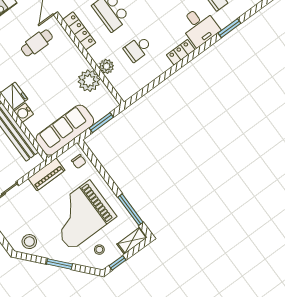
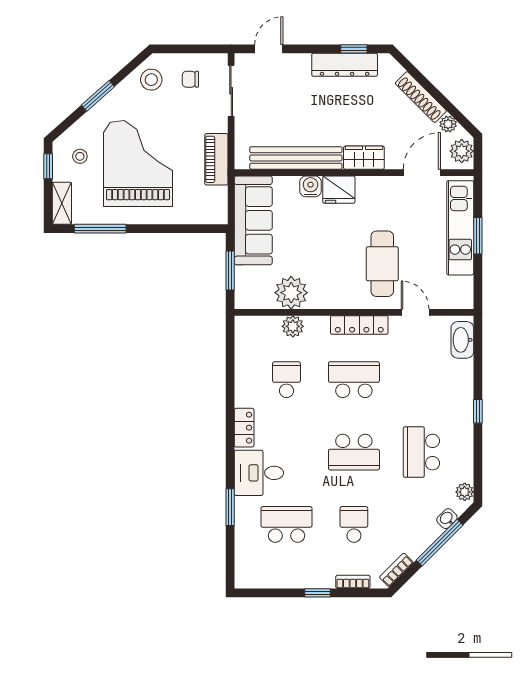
cafe table: (37, 43) -> (382, 264), width x1.37, depth x1.35
chair: (79, 162) -> (190, 79), moved

